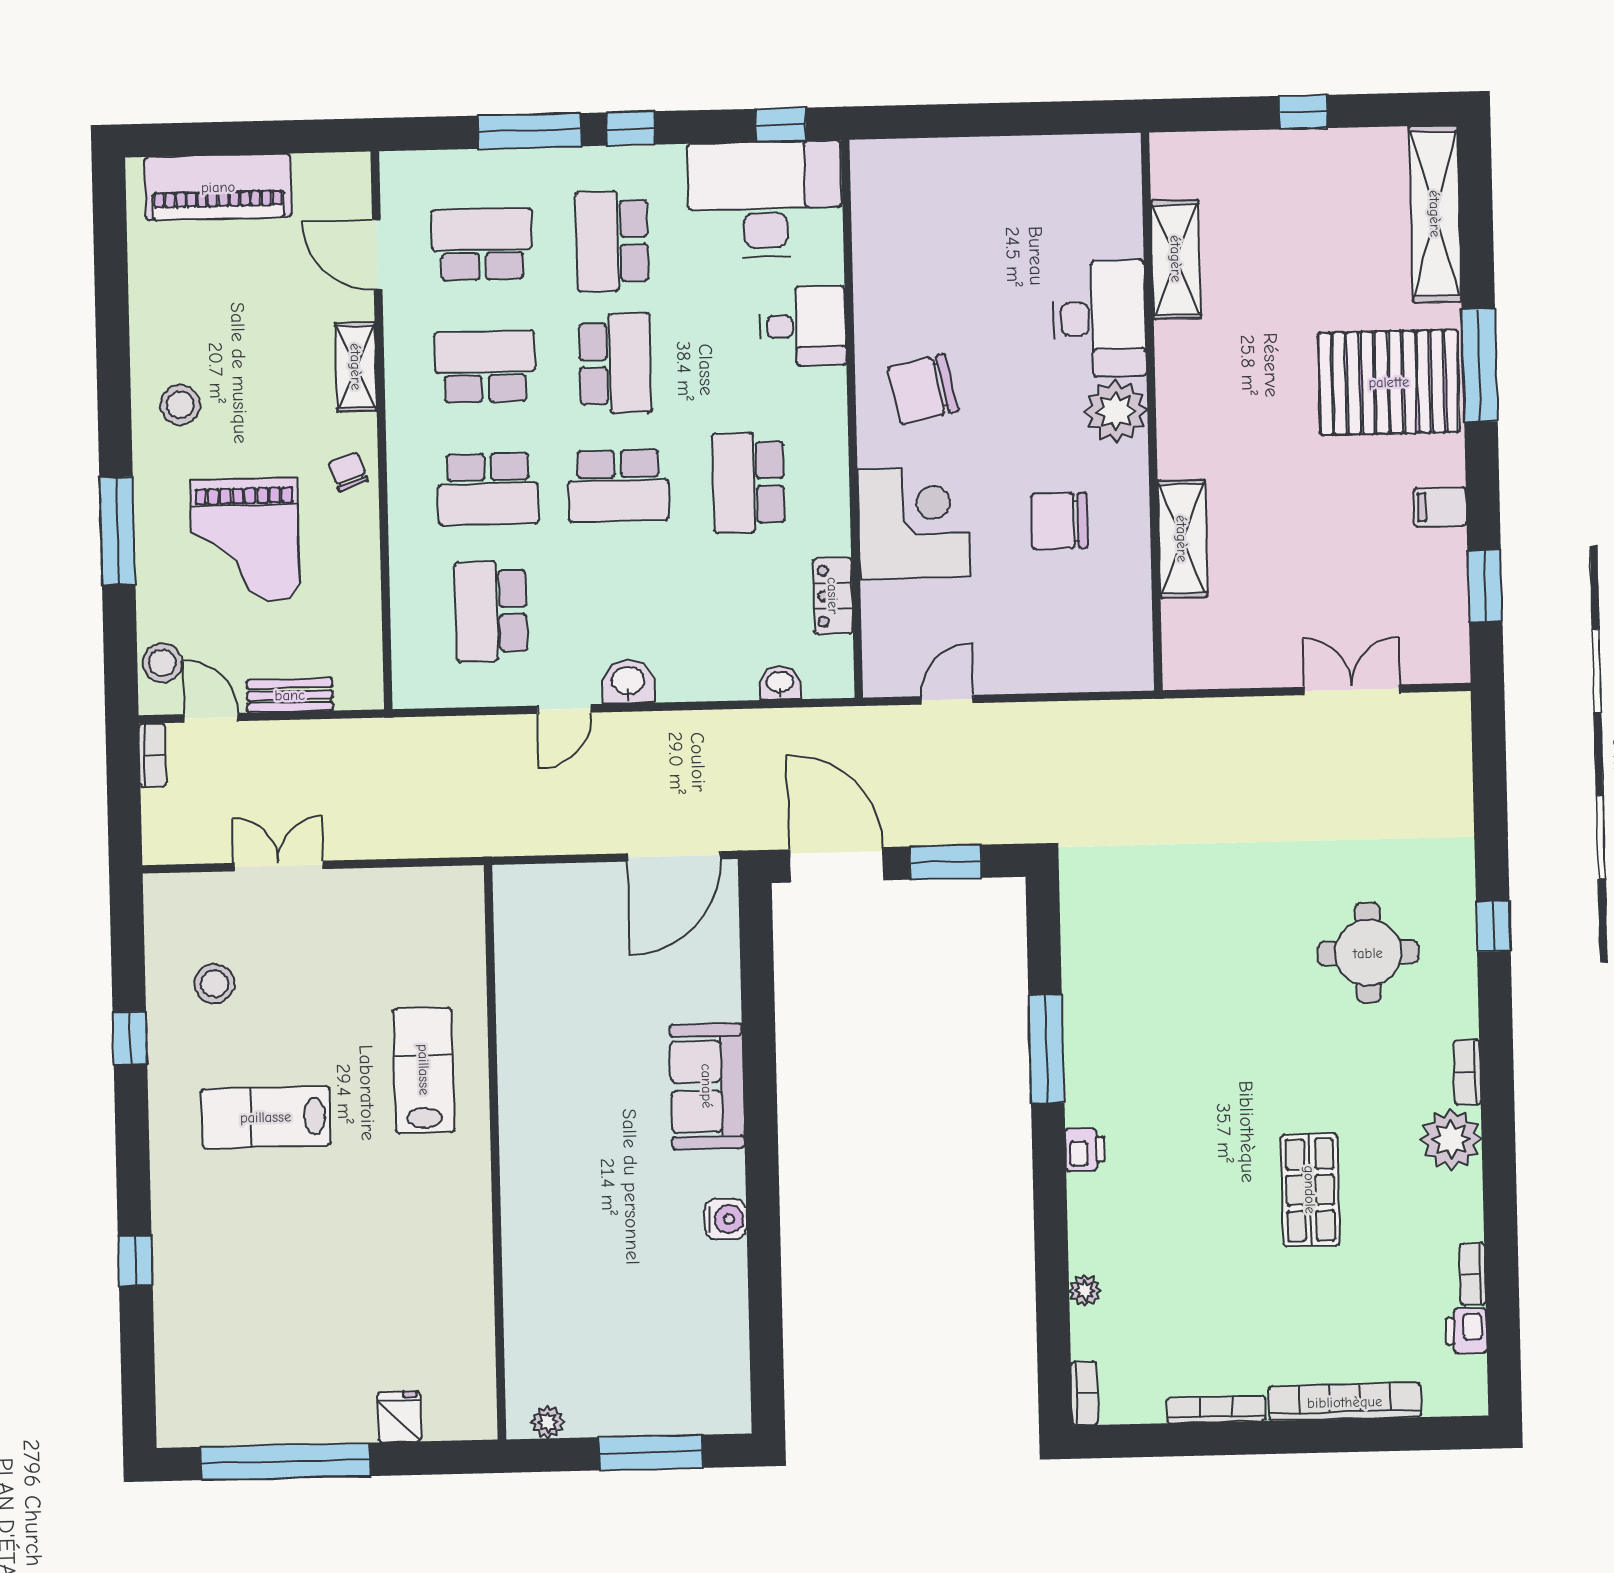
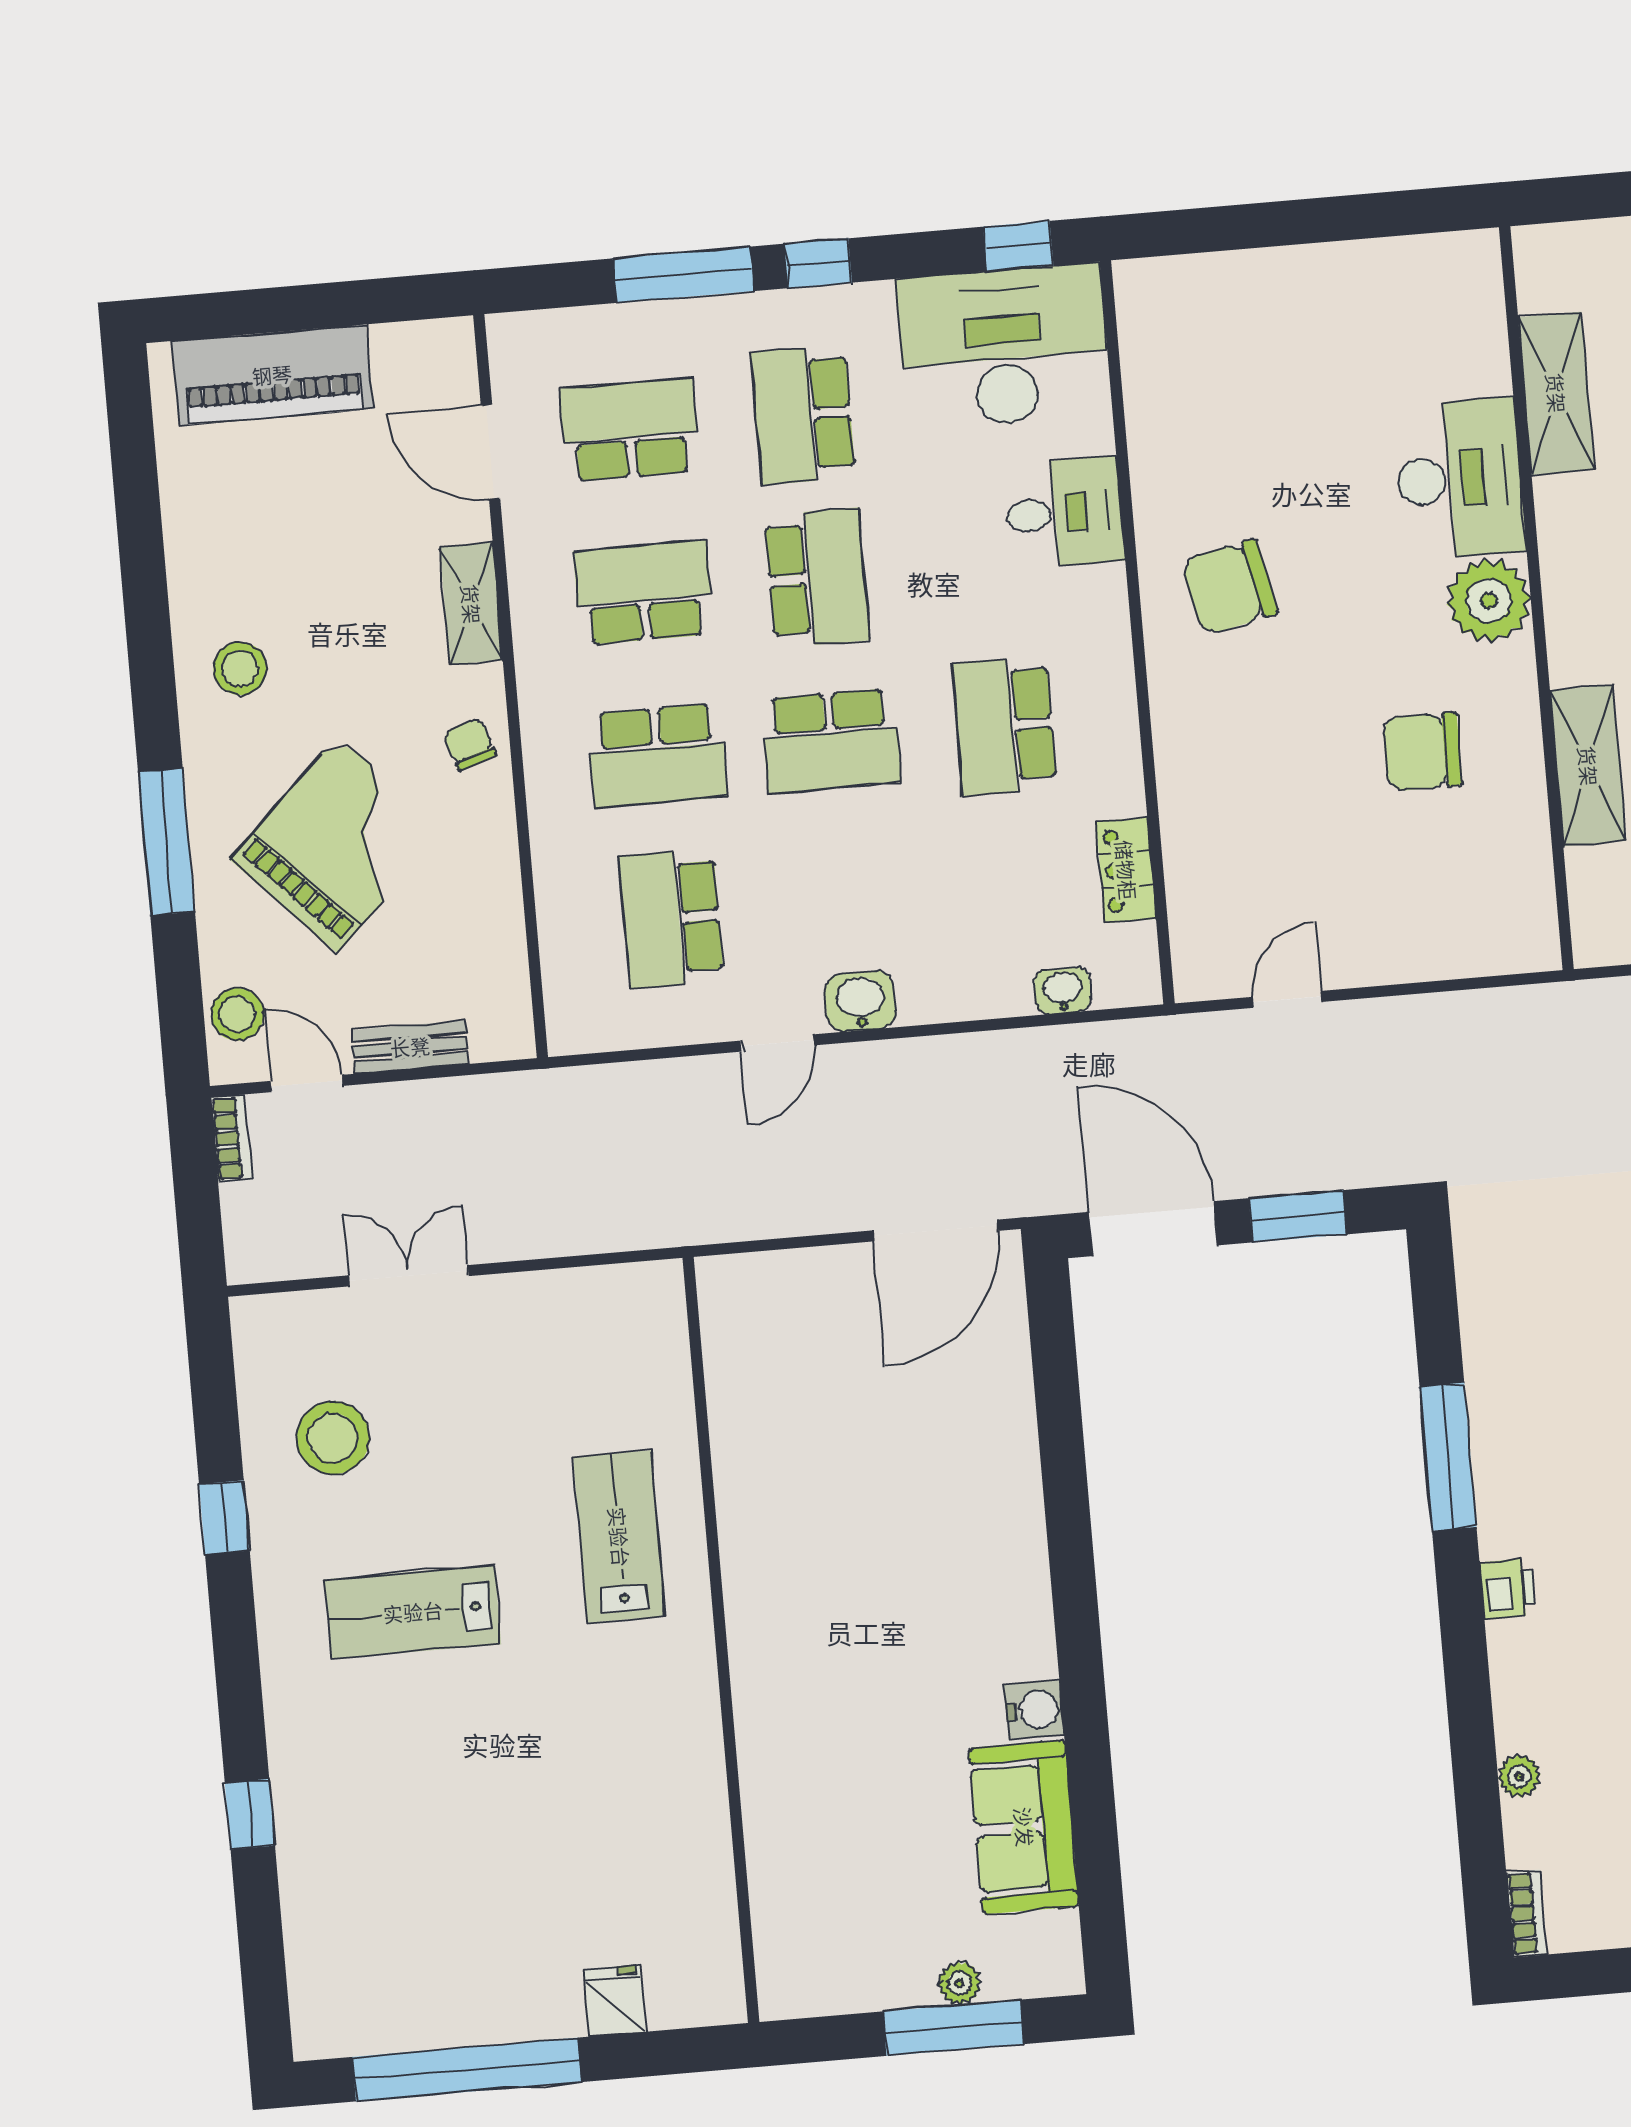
corner desk: (914, 523) -> (1228, 766), removed
grand piano: (245, 540) -> (338, 844), turned -134
stool: (214, 984) -> (333, 1438), width x1.38, depth x1.38
sofa: (707, 1086) -> (1024, 1827), moved
plant: (548, 1422) -> (959, 1983), moved

